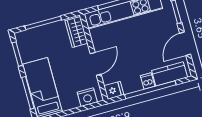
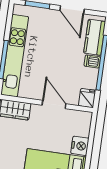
nightstand: (87, 97) -> (80, 146), moved

